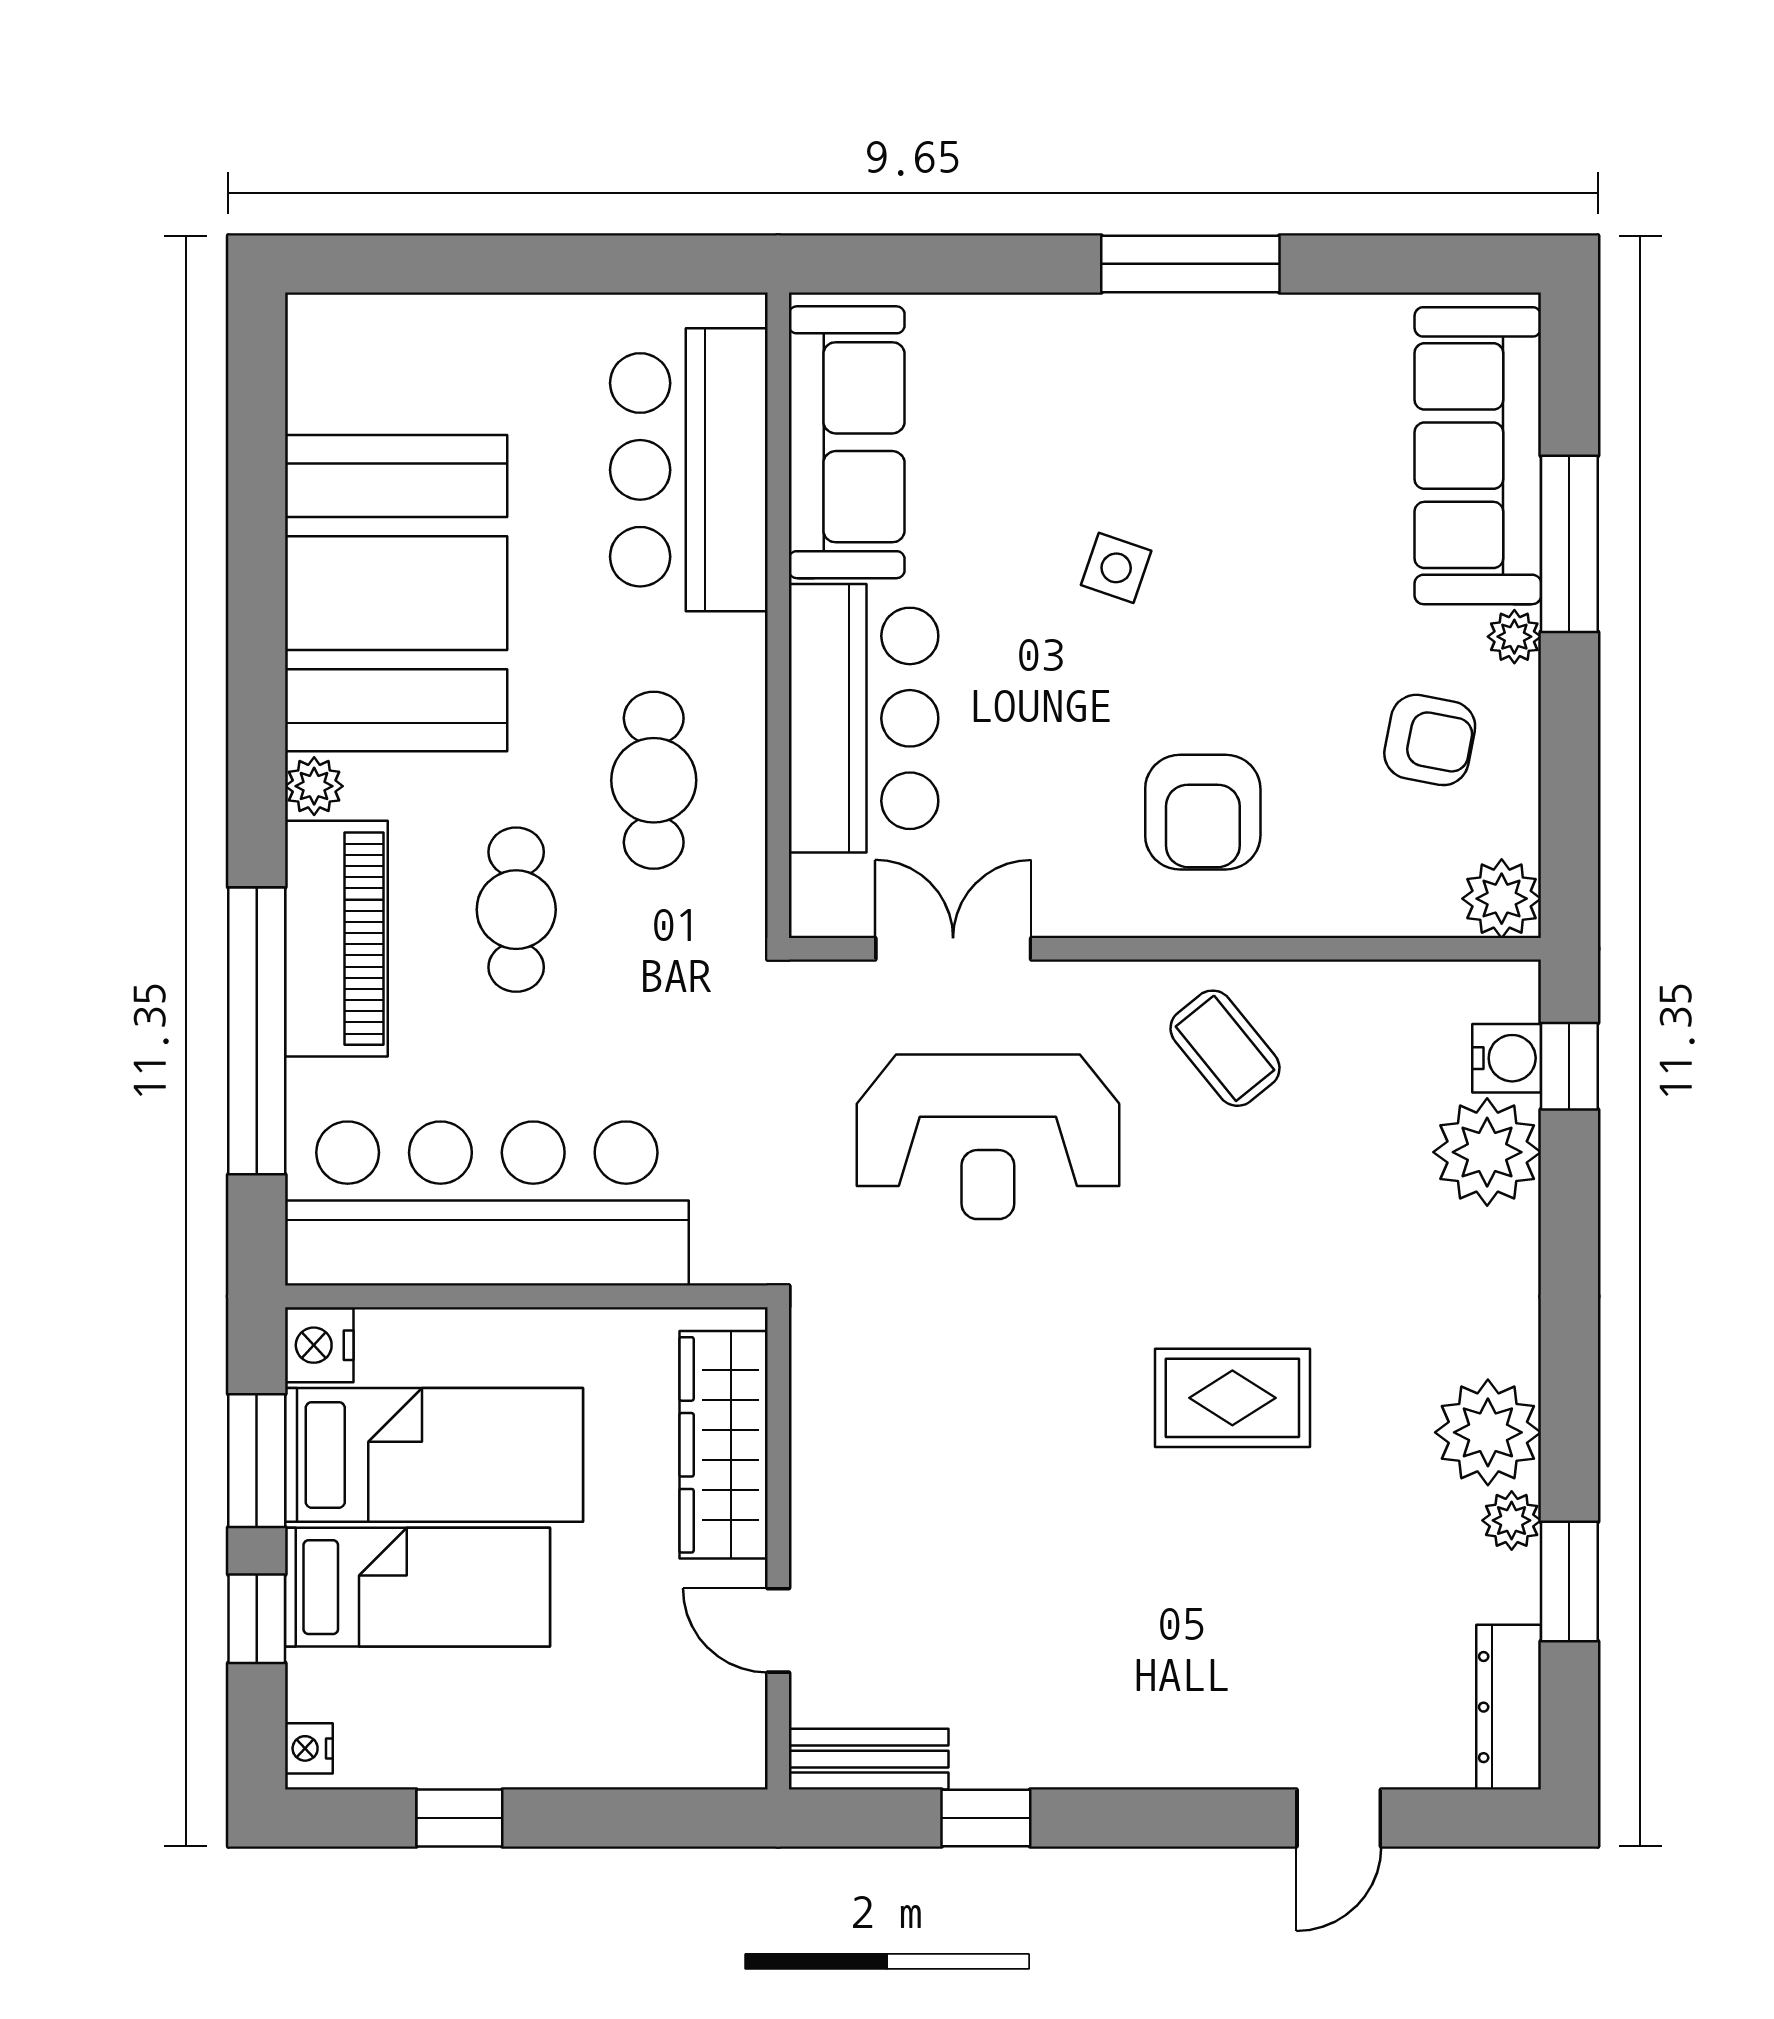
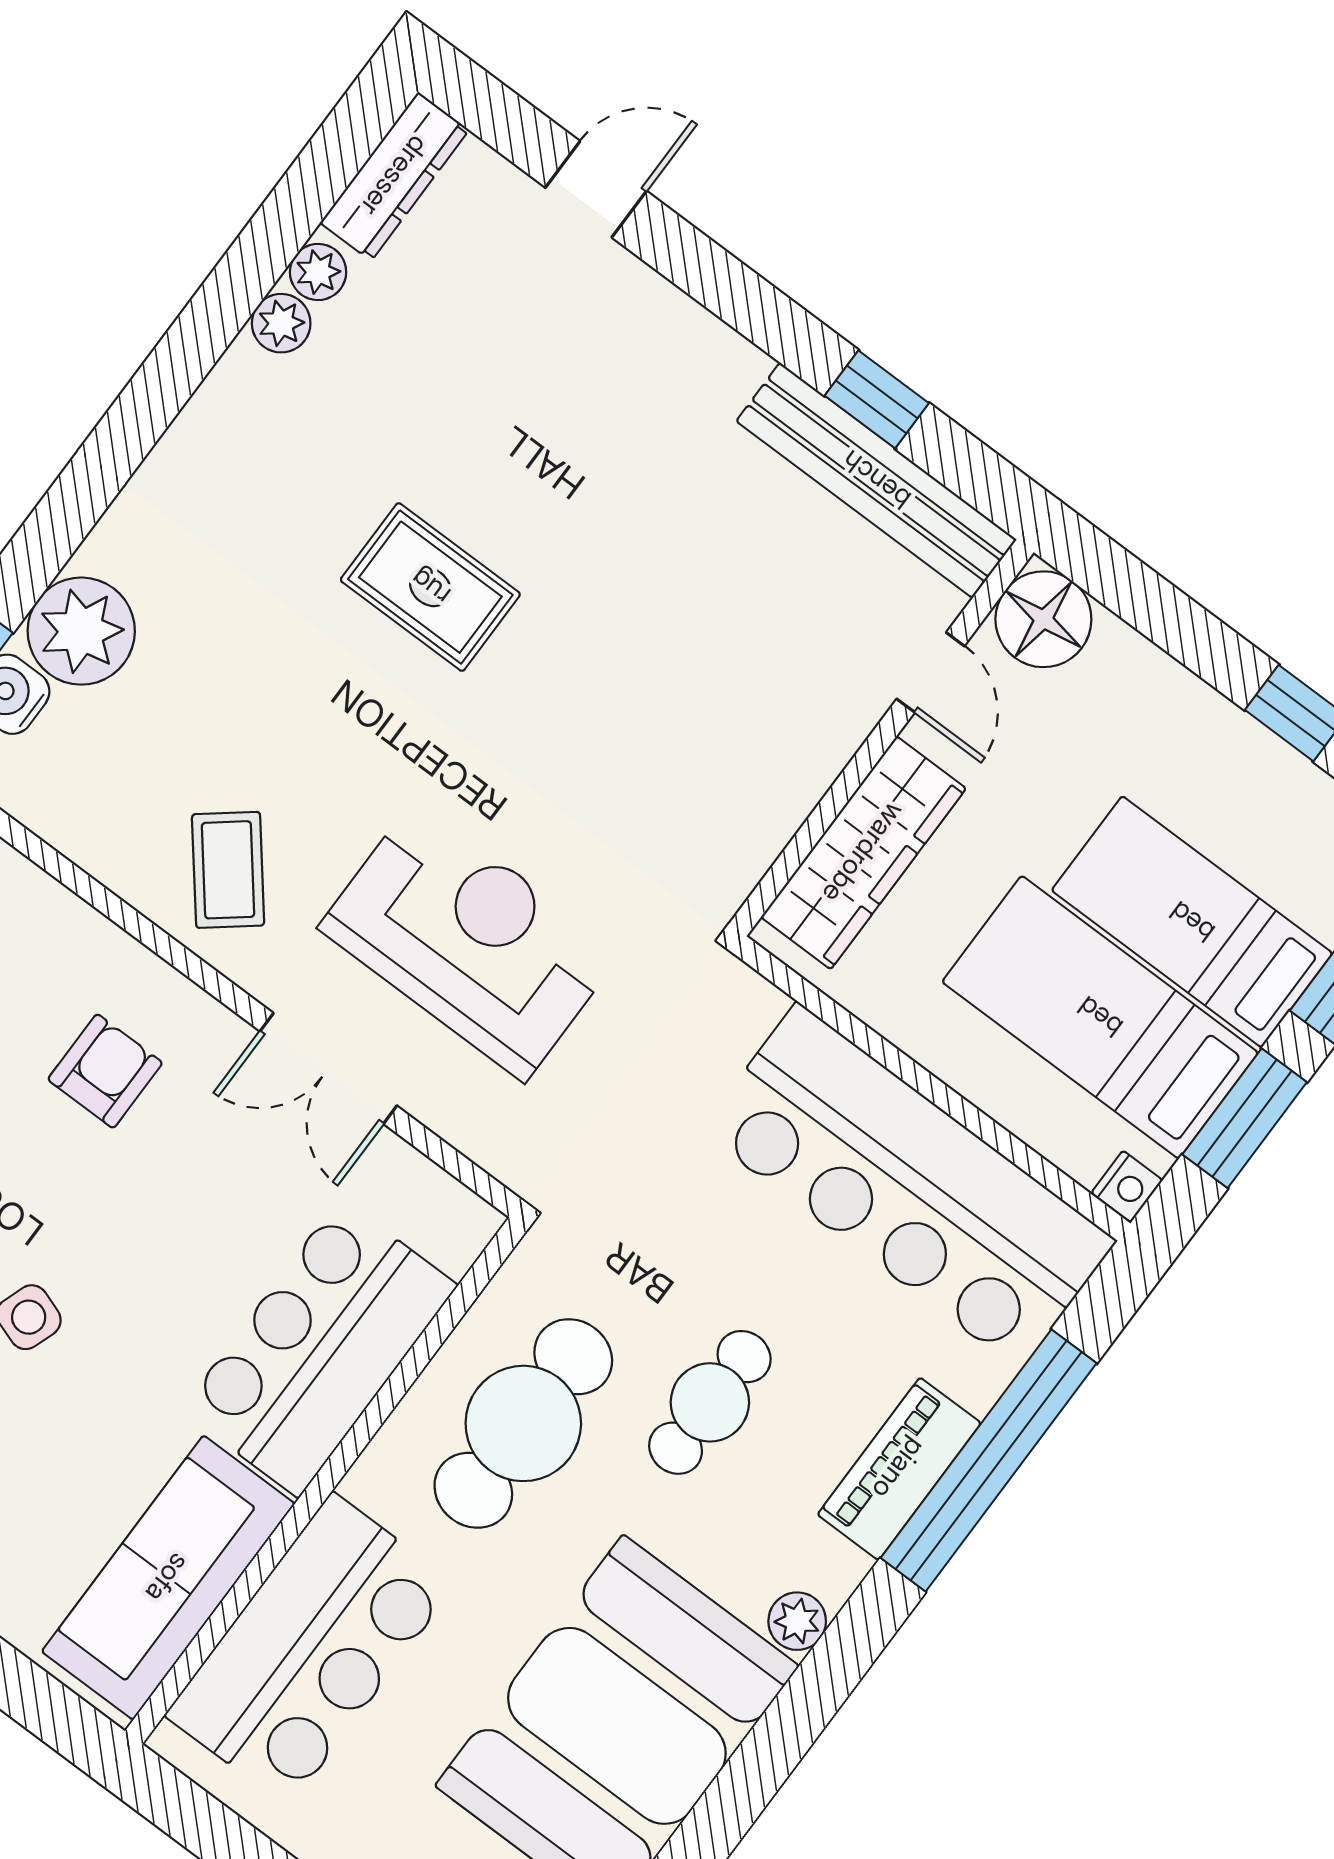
cafe table: (654, 780) -> (523, 1423), width x1.37, depth x1.35
armchair: (1203, 812) -> (105, 1071), width x0.72, depth x0.72
piano: (336, 939) -> (899, 1469), width x0.73, depth x0.75
double door: (953, 949) -> (328, 1069), moved
nightstand: (319, 1345) -> (1127, 1187), width x0.72, depth x0.74
plant: (1488, 1432) -> (318, 272), moved, width x0.53, depth x0.53
window: (1569, 1581) -> (271, 240), removed
floor lamp: (719, 1741) -> (1043, 619), added
bench: (869, 1759) -> (876, 480), width x1.86, depth x1.21

